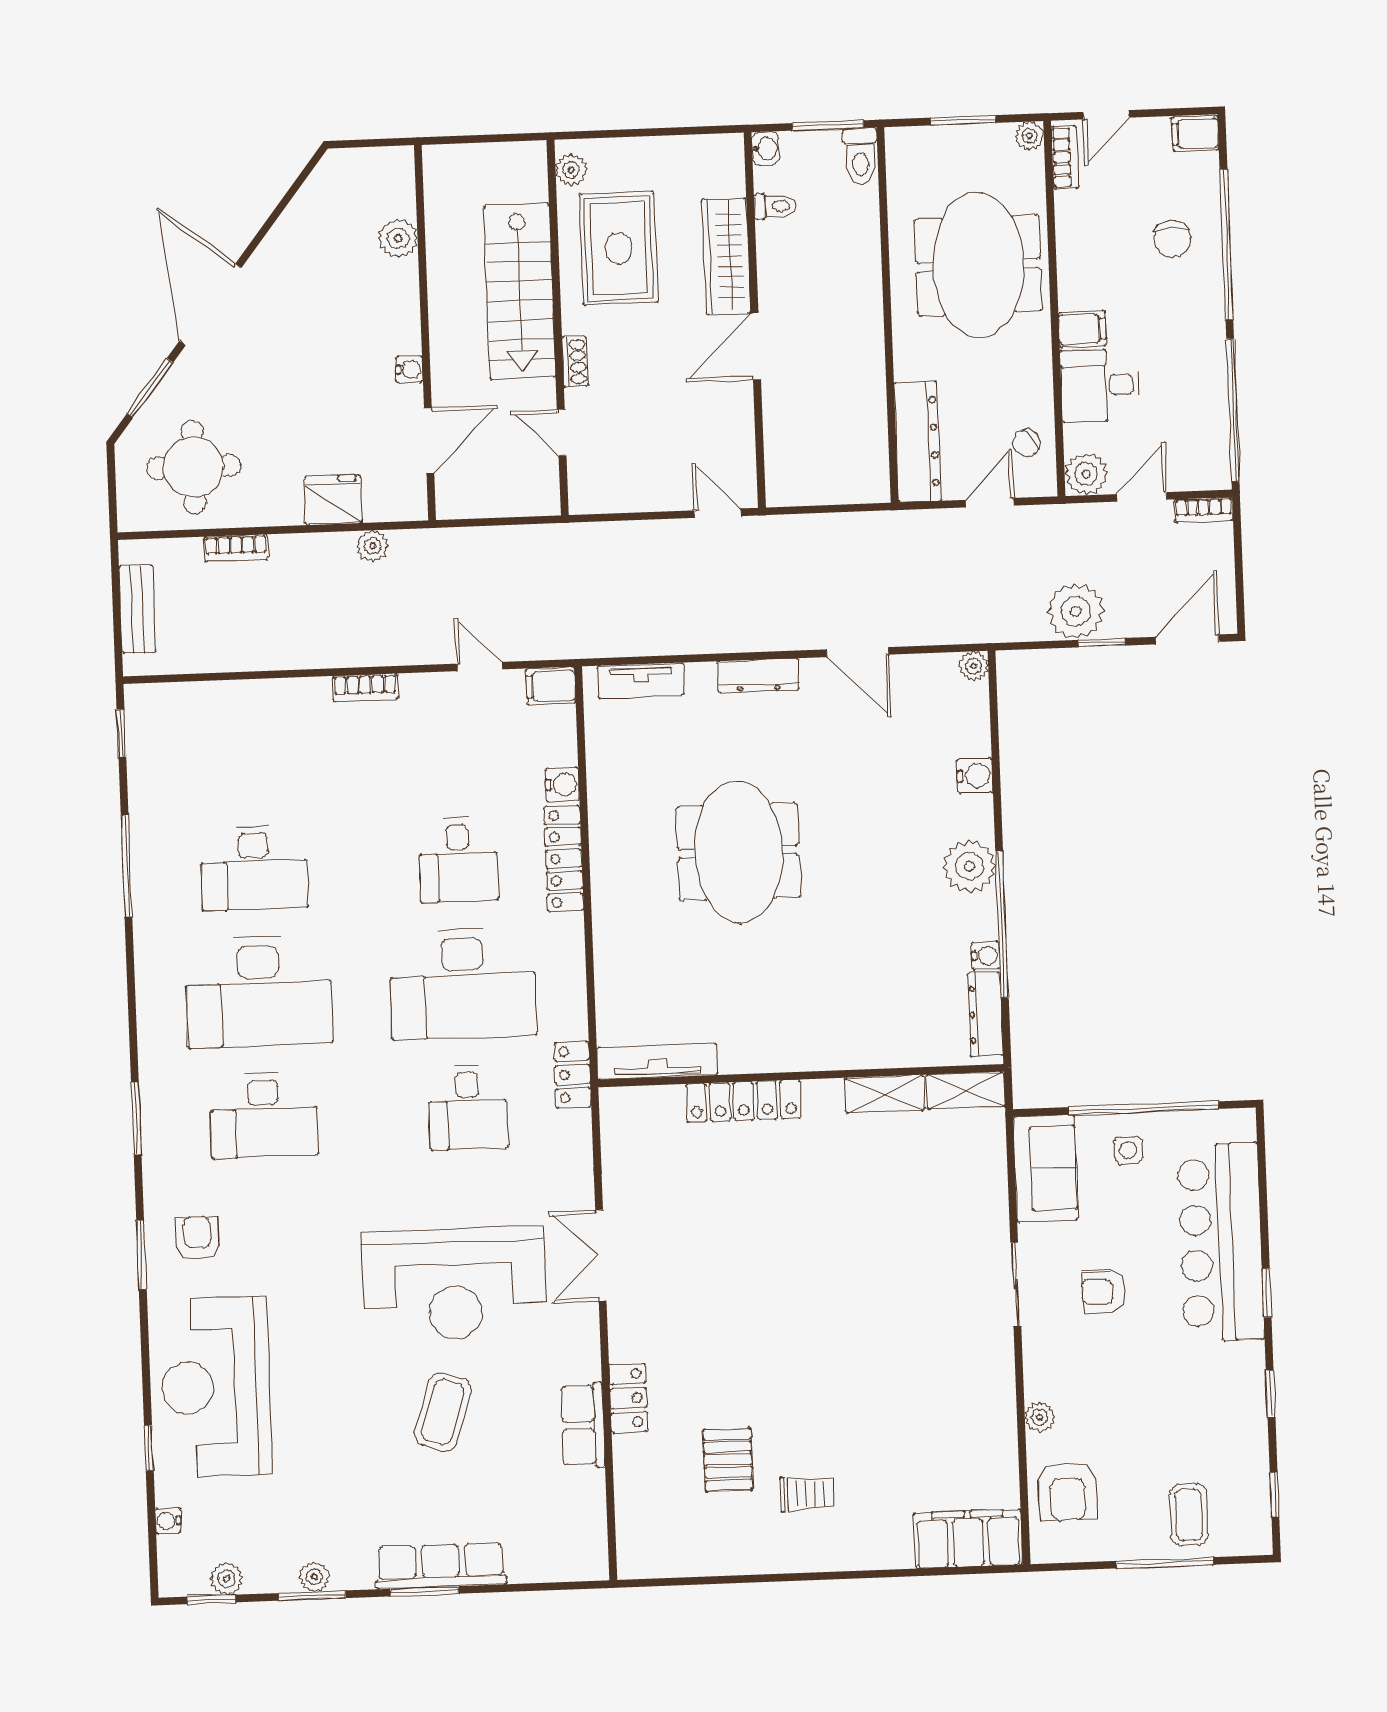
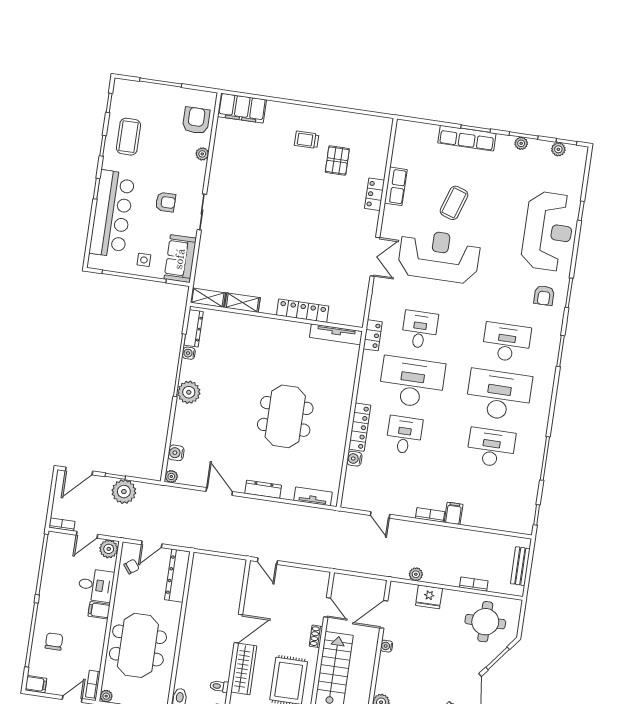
filing cabinet: (551, 686) -> (454, 513), moved, turned -90
water cooler: (975, 776) -> (176, 453), moved
coffee table: (1189, 1515) -> (128, 137), moved, width x1.36, depth x1.30
water cooler: (168, 1521) -> (579, 178), removed

